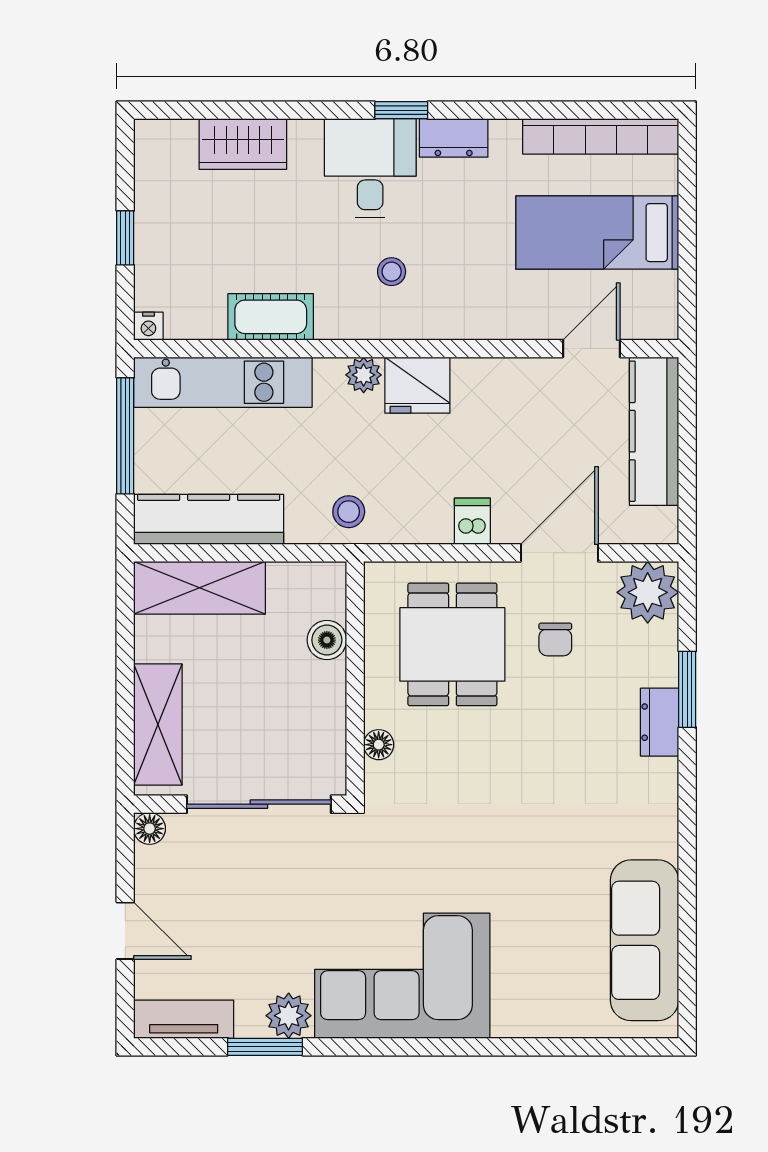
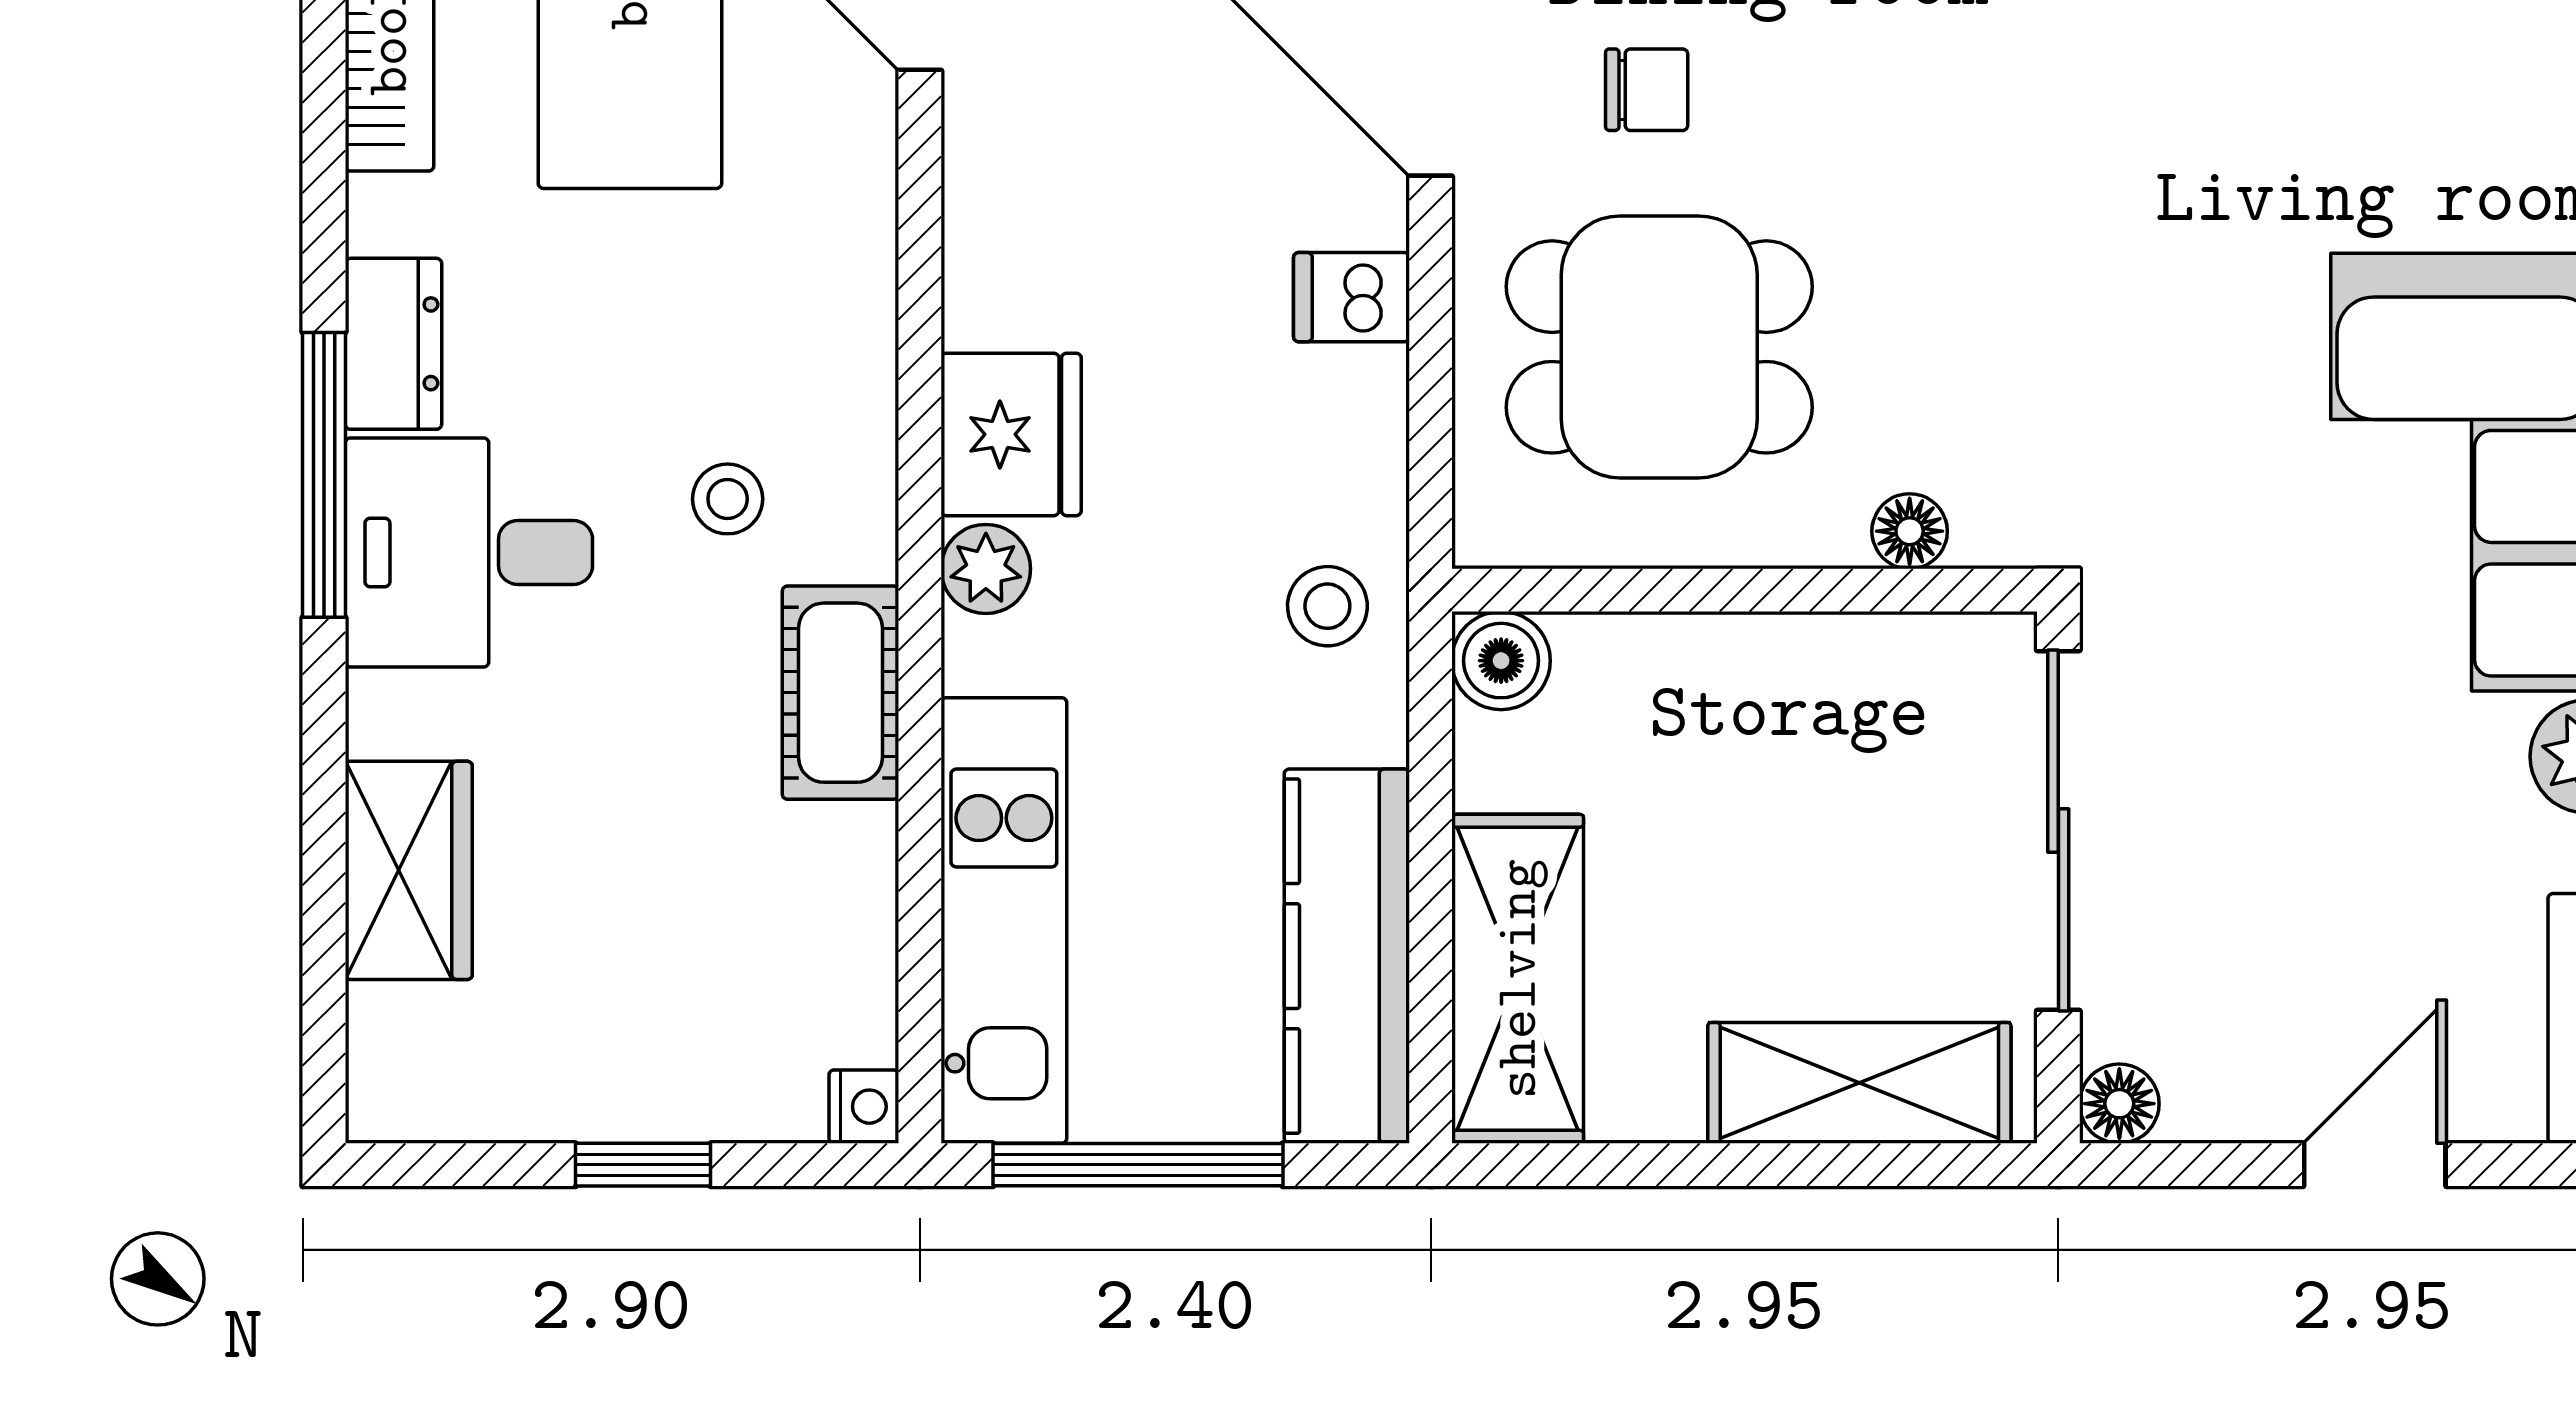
window: (401, 110) -> (324, 475), width x2.17
cot: (271, 317) -> (840, 693), moved
boiler: (327, 640) -> (1501, 661), moved

